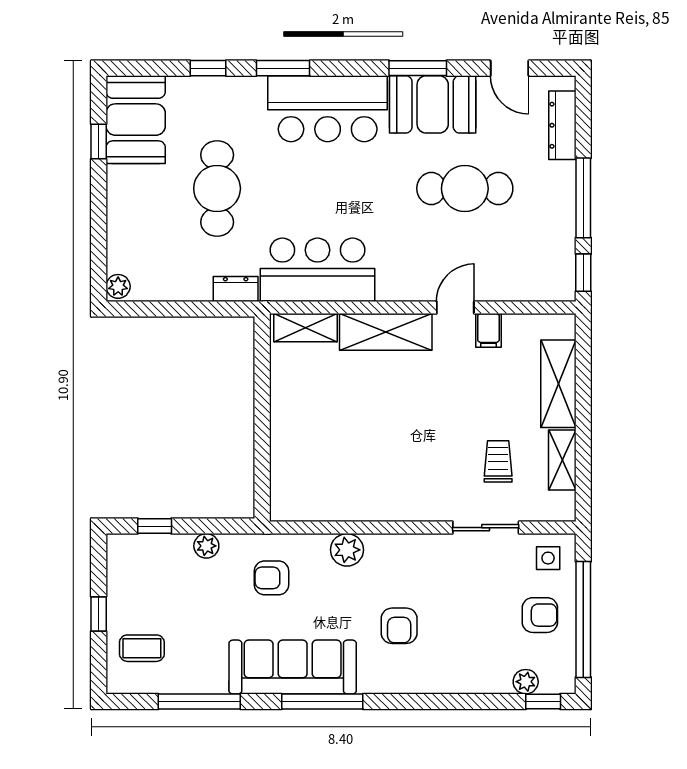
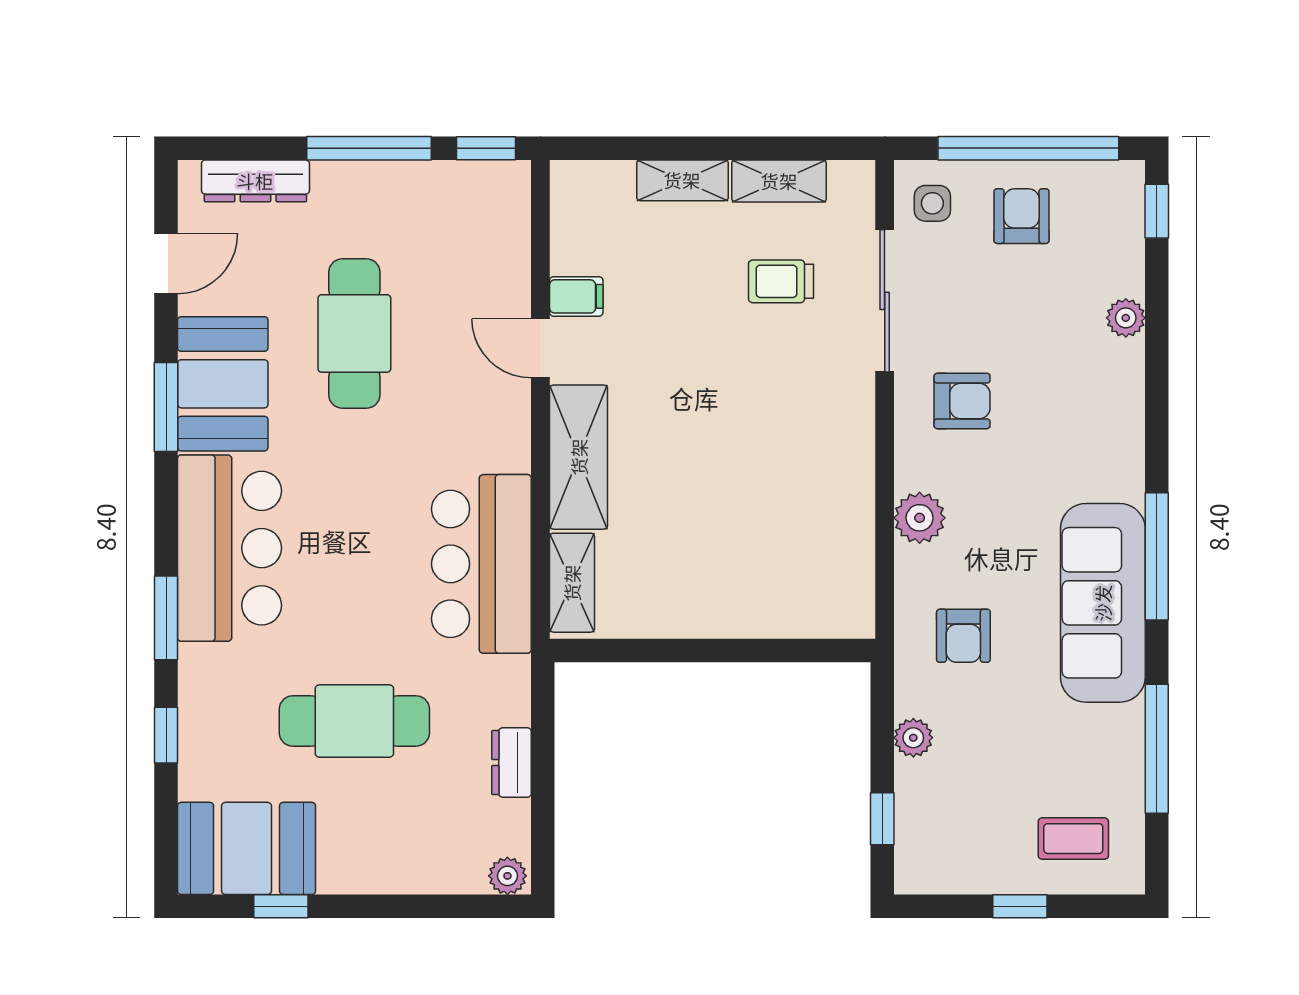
dresser: (236, 289) -> (511, 763), moved
shelving: (558, 384) -> (682, 180), width x0.67, depth x0.75
sliding door: (486, 528) -> (885, 301), width x1.37
armchair: (399, 626) -> (962, 401), moved
coffee table: (142, 648) -> (1073, 839), turned 90
plant: (526, 682) -> (1126, 318), moved

